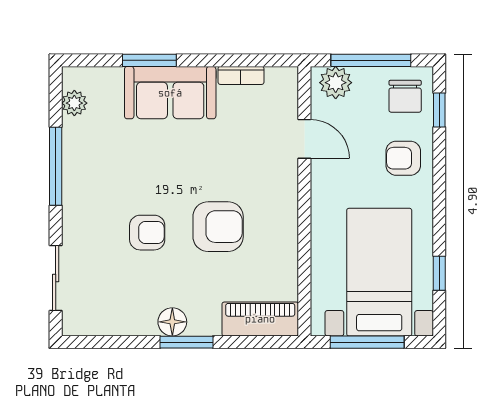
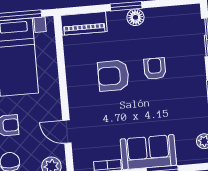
armchair: (147, 233) -> (155, 69), turned 90

